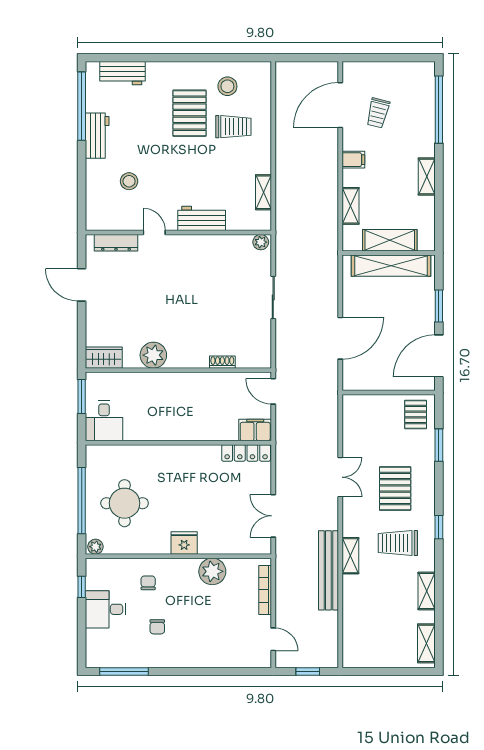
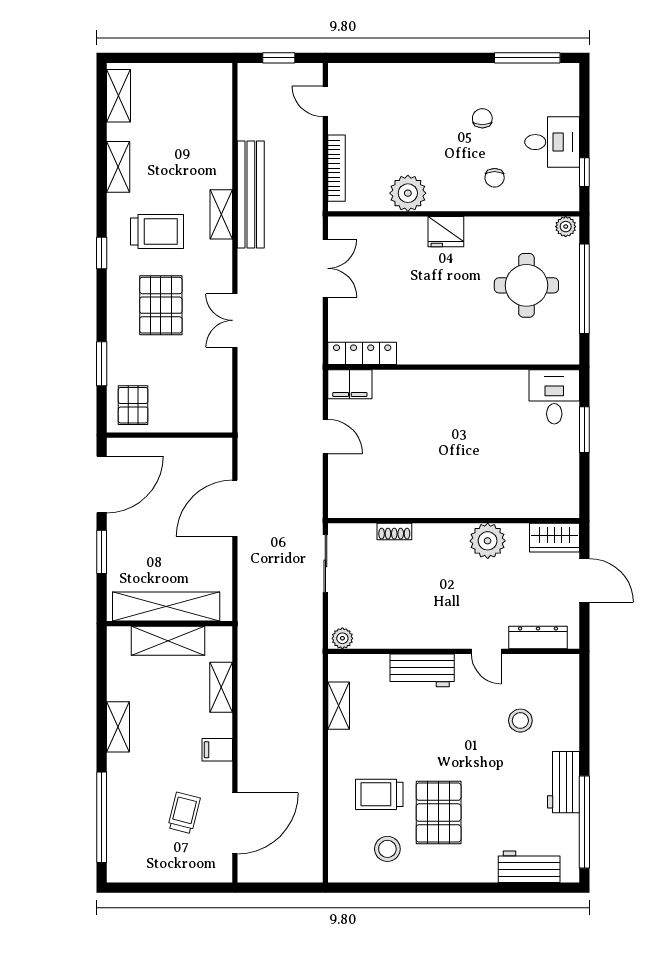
plant: (153, 355) -> (488, 541), moved
wardrobe: (104, 358) -> (555, 538), moved
shoe rack: (222, 362) -> (394, 531), moved
wall: (178, 370) -> (454, 521), moved

